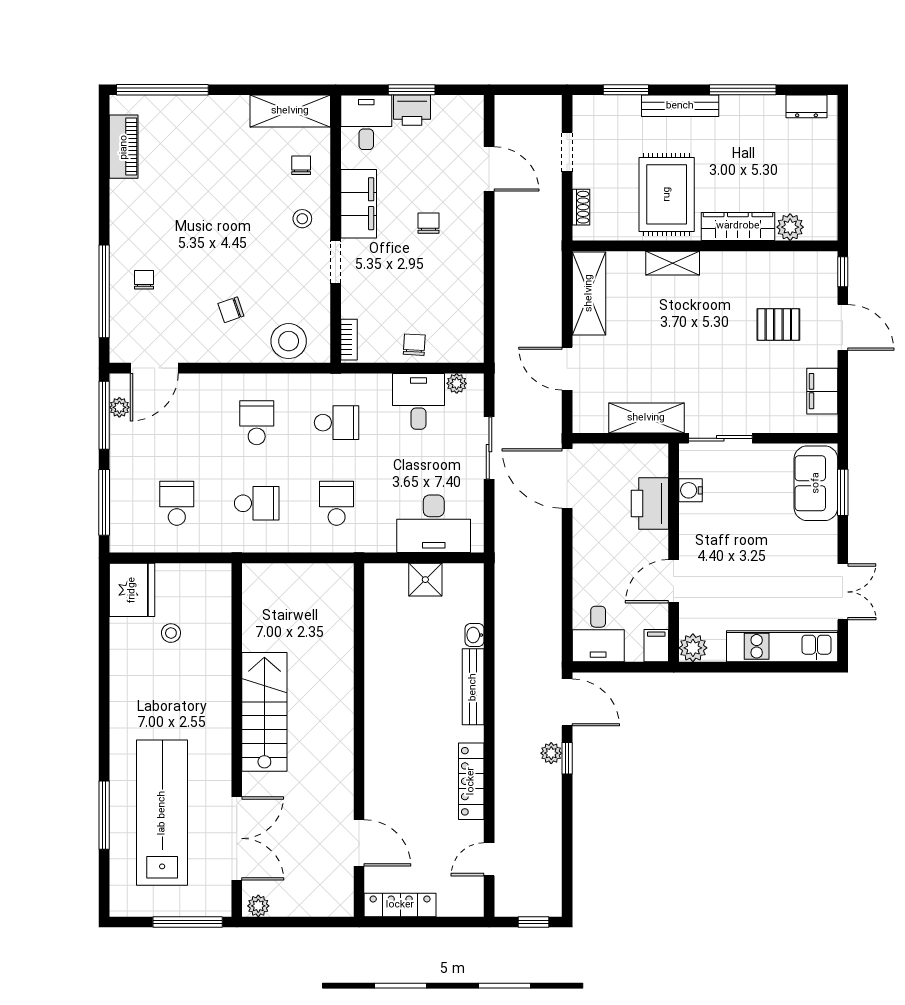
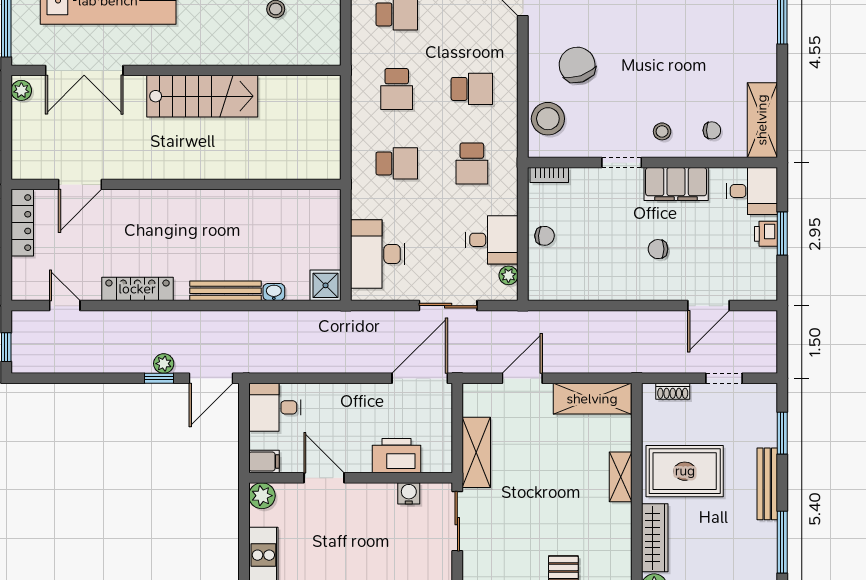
printer: (412, 110) -> (766, 234), width x0.73, depth x0.81
chair: (428, 223) -> (658, 249), turned 180
chair: (231, 310) -> (577, 65), width x1.87, depth x1.87
shower: (425, 580) -> (326, 285), moved

